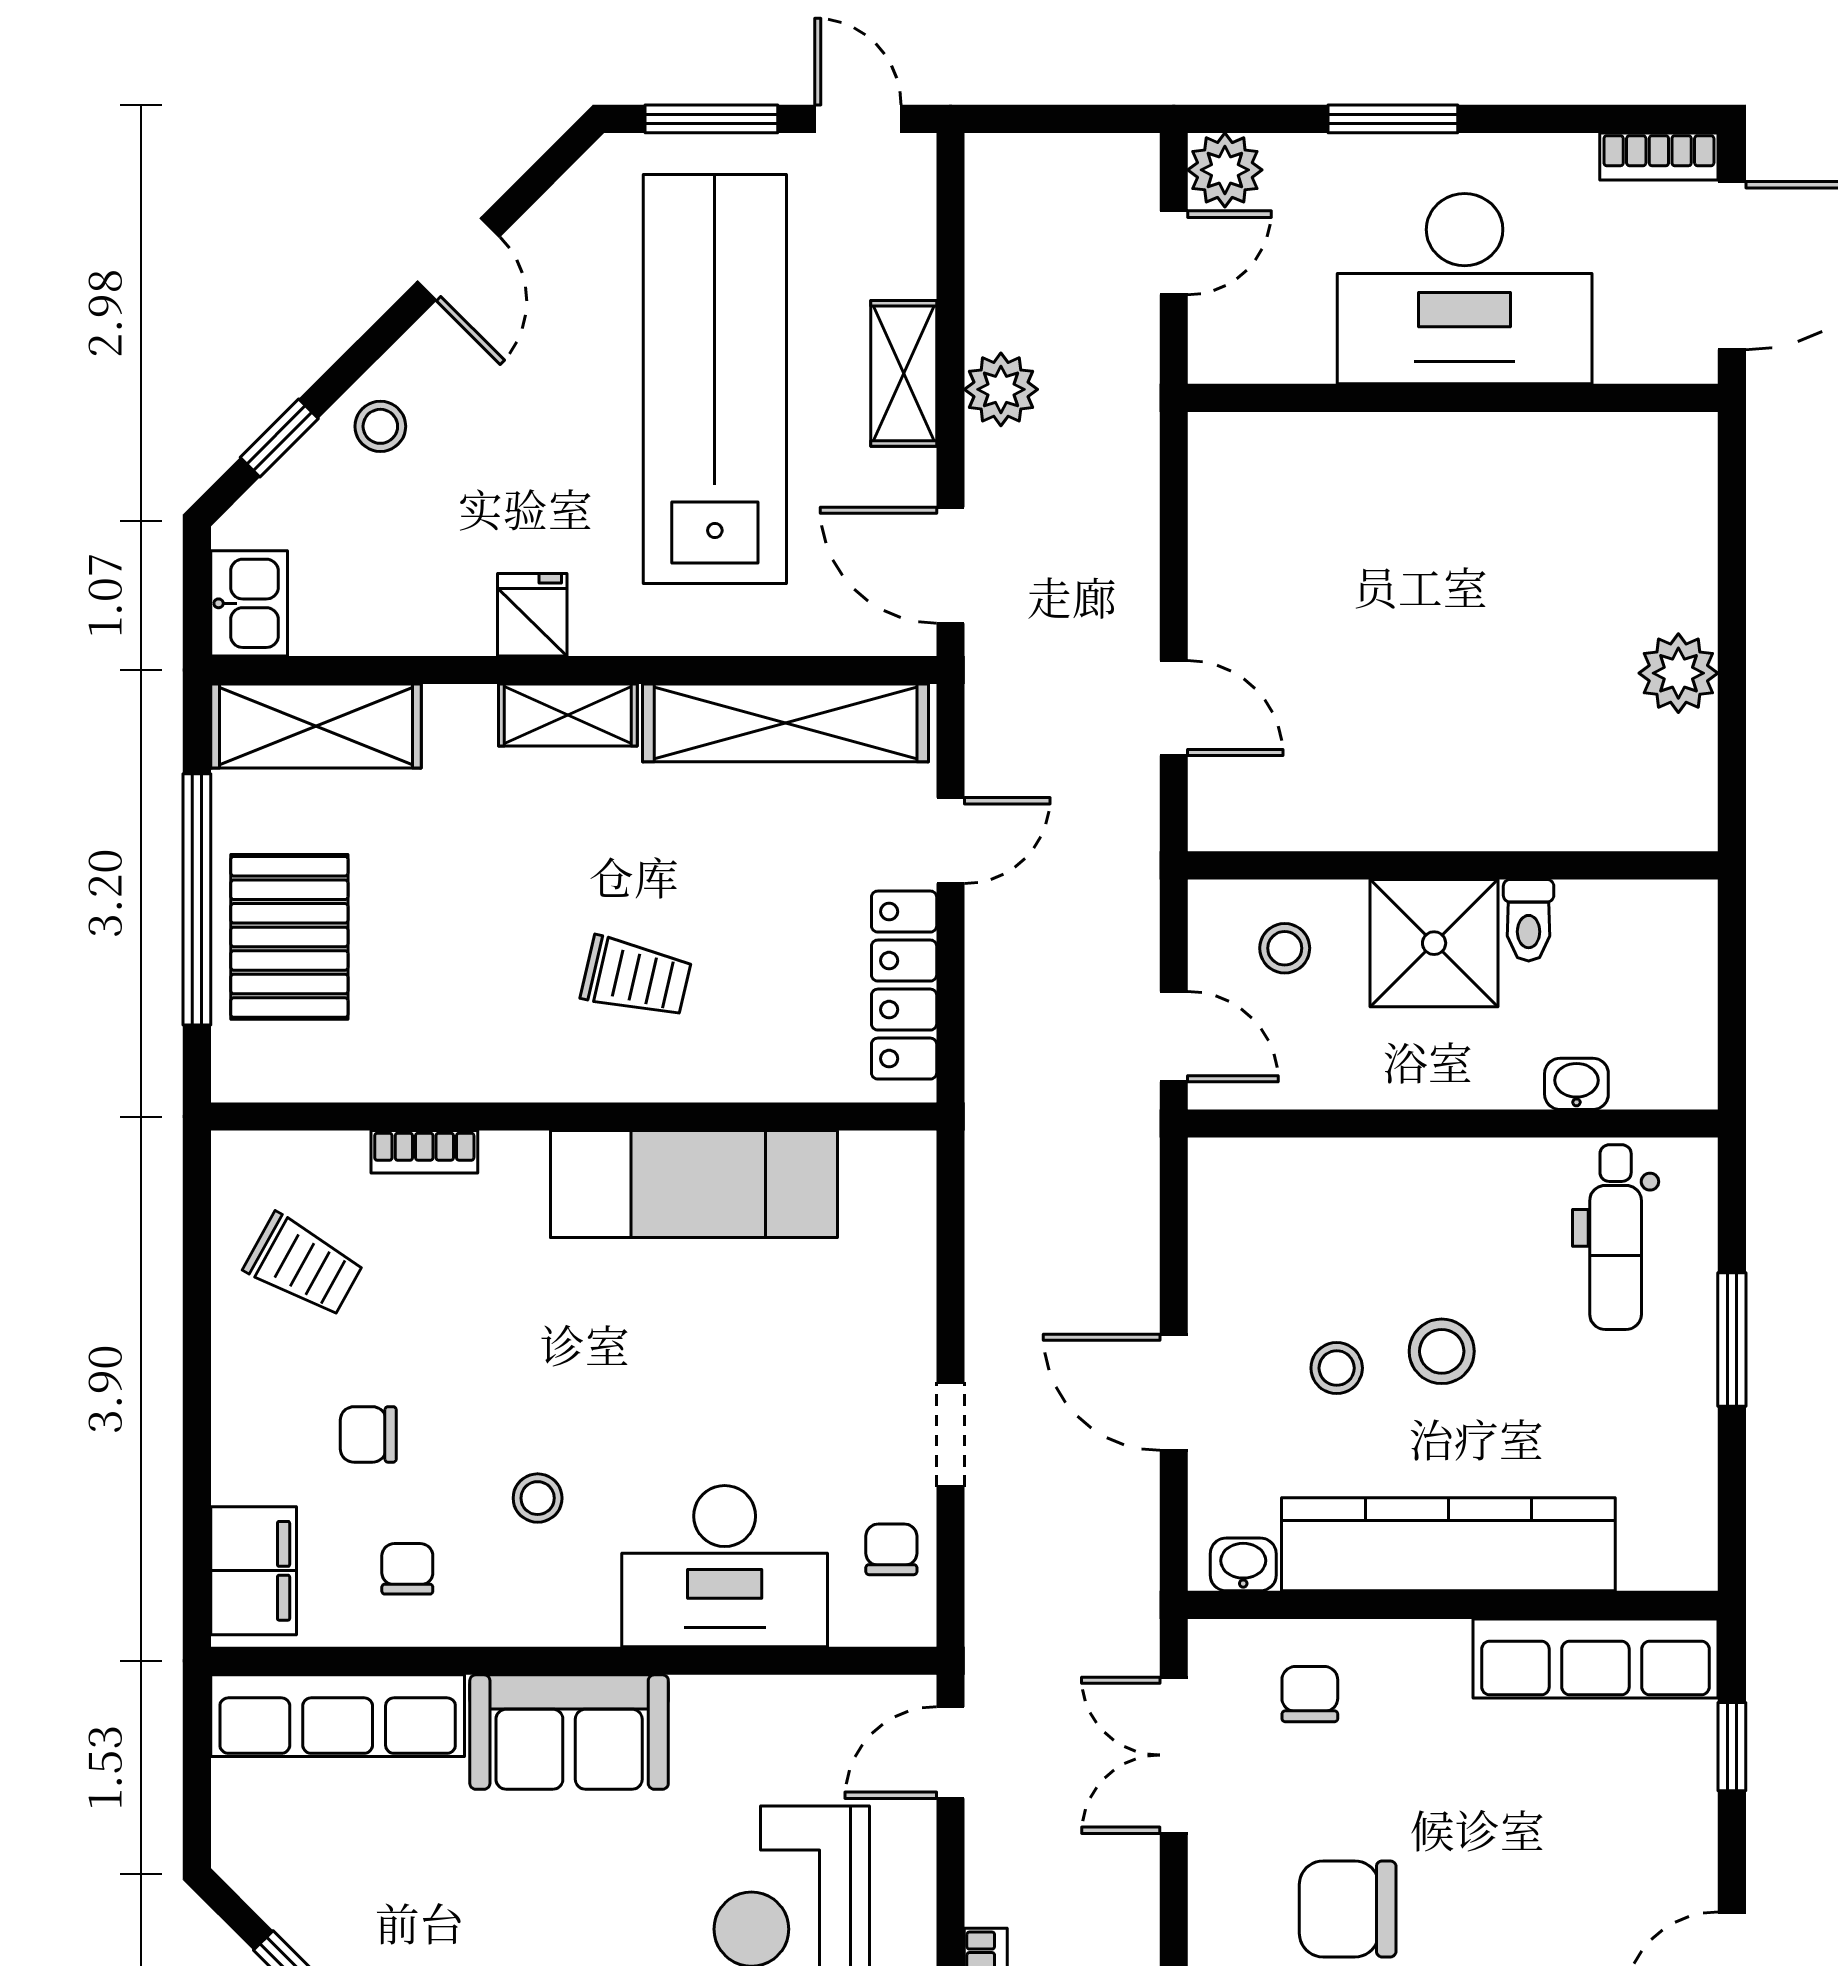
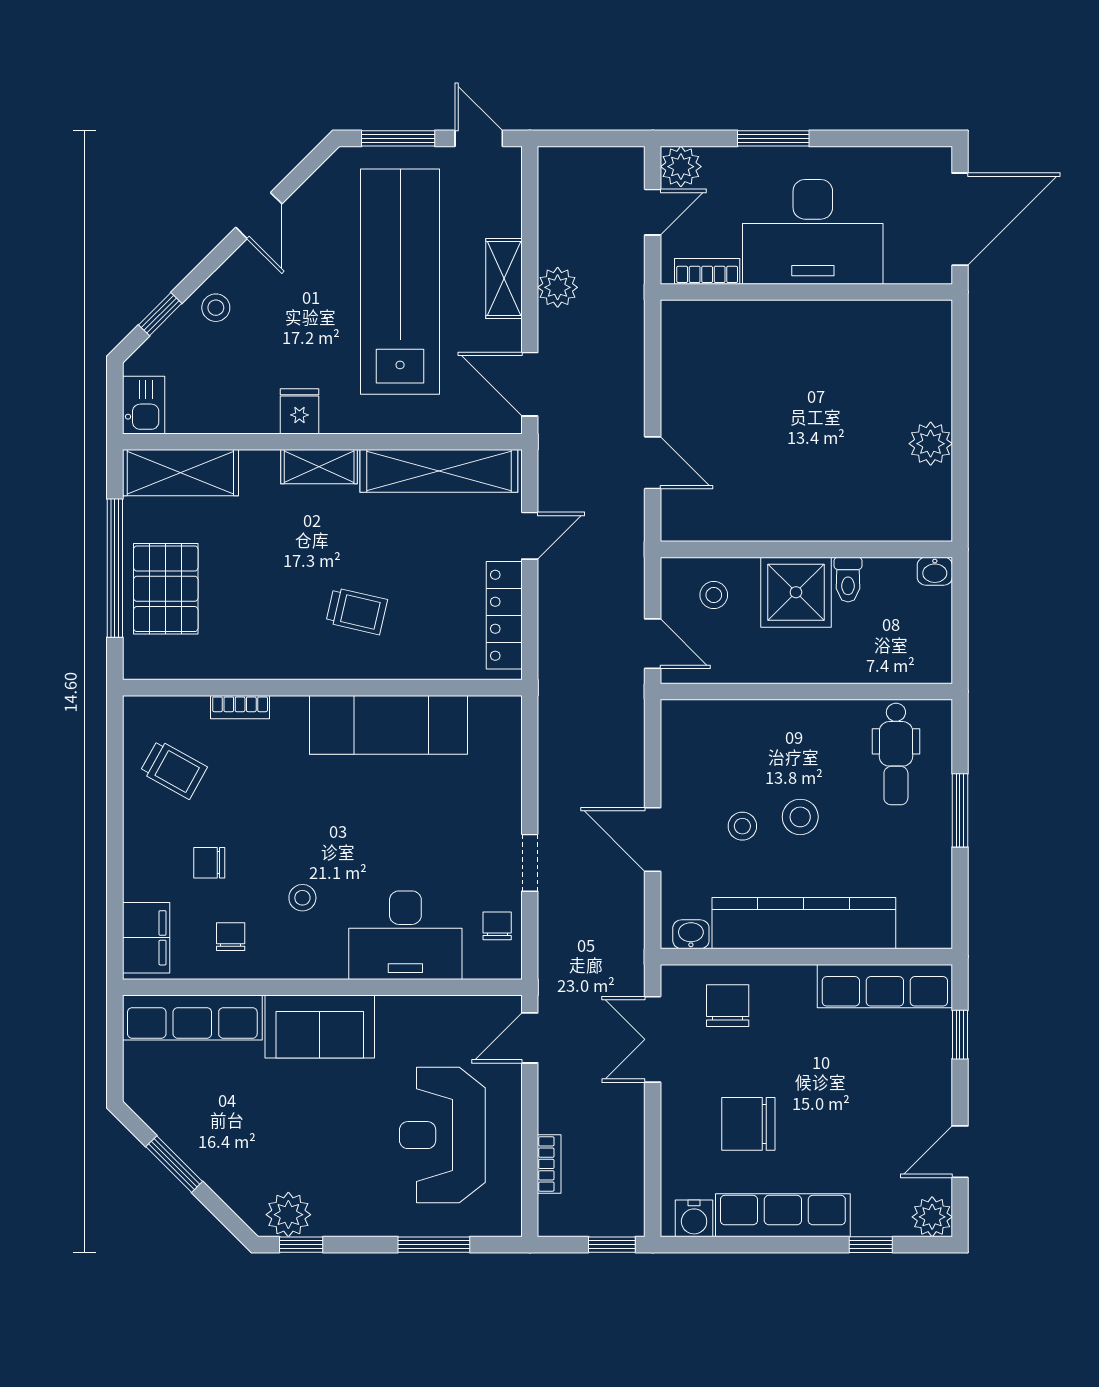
bookcase: (1659, 156) -> (707, 271), moved, turned 180
washbasin: (1576, 1084) -> (935, 571), moved, turned 180
chair: (1310, 1694) -> (728, 1006), width x1.37, depth x1.37

